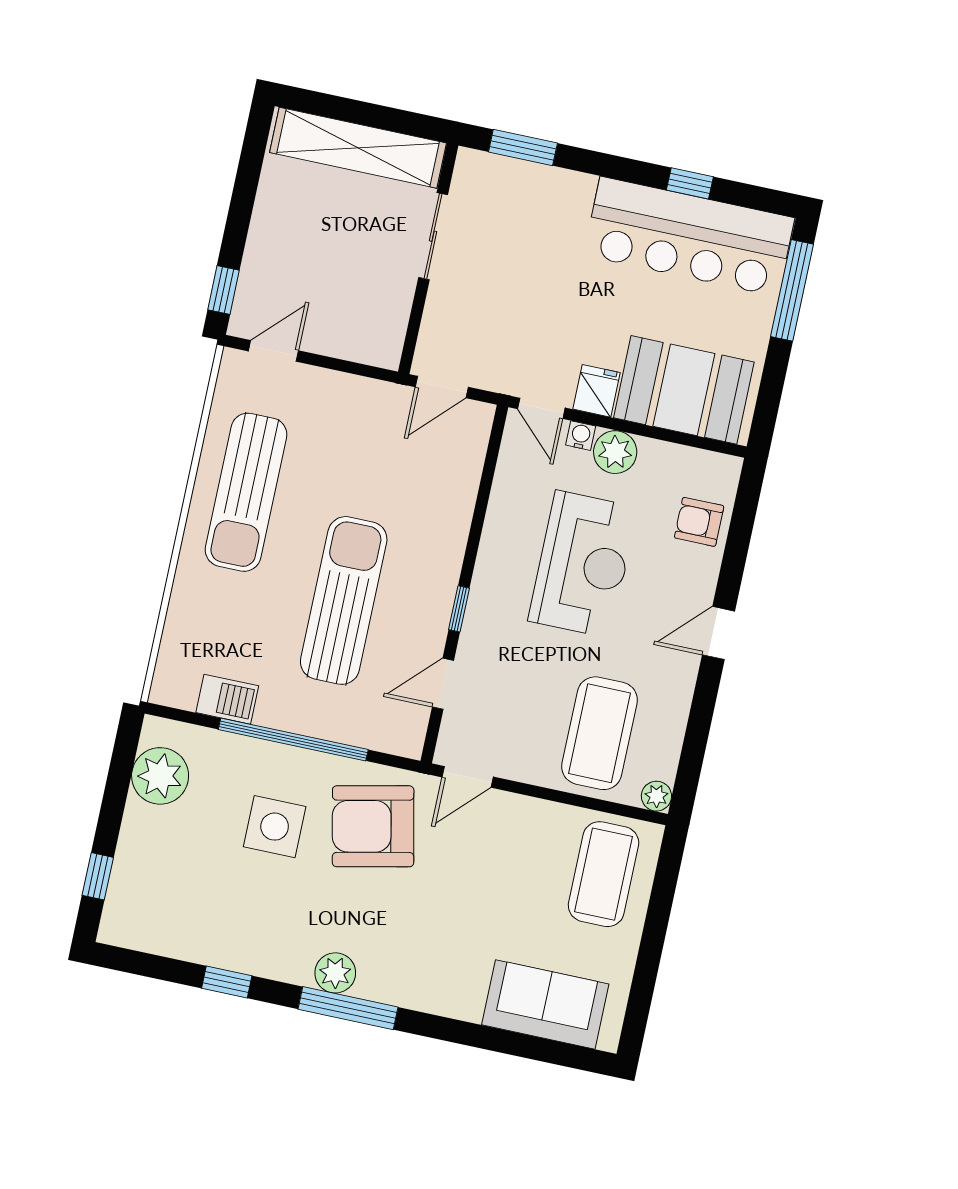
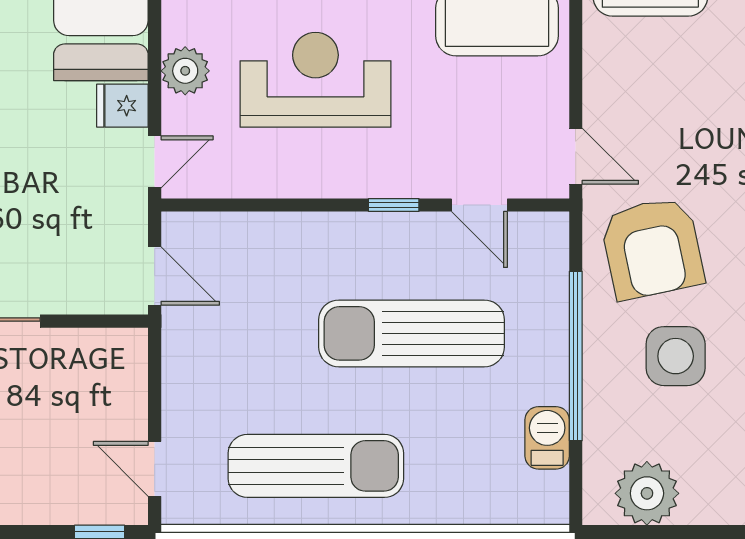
water cooler: (581, 436) -> (175, 112), removed

